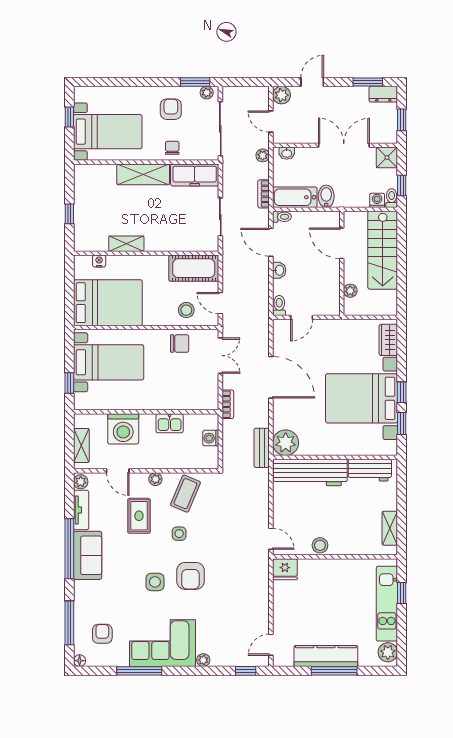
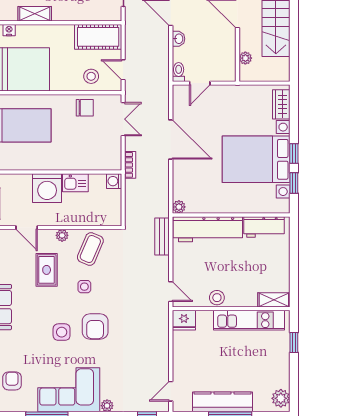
washing machine: (123, 429) -> (47, 188), moved
washing machine: (211, 438) -> (114, 181), moved
plant: (286, 443) -> (179, 207), width x0.53, depth x0.53
bench: (262, 448) -> (162, 236), moved
shelving: (390, 528) -> (274, 300), moved, turned 90
kitchen unit: (387, 604) -> (249, 320), moved, turned -90

